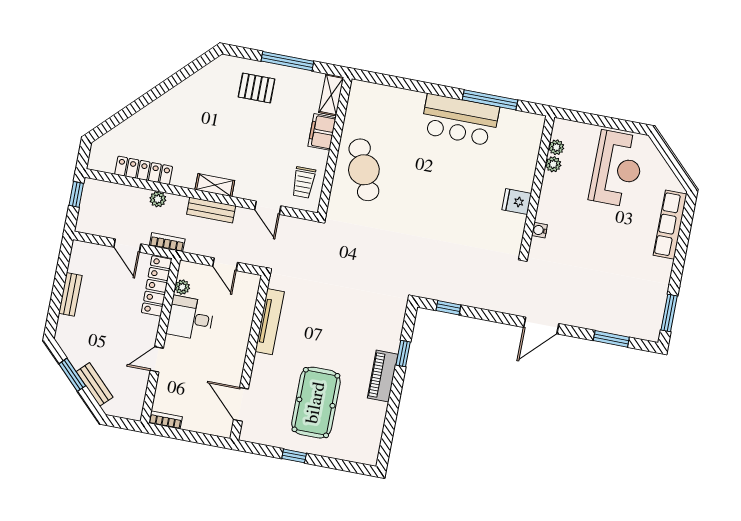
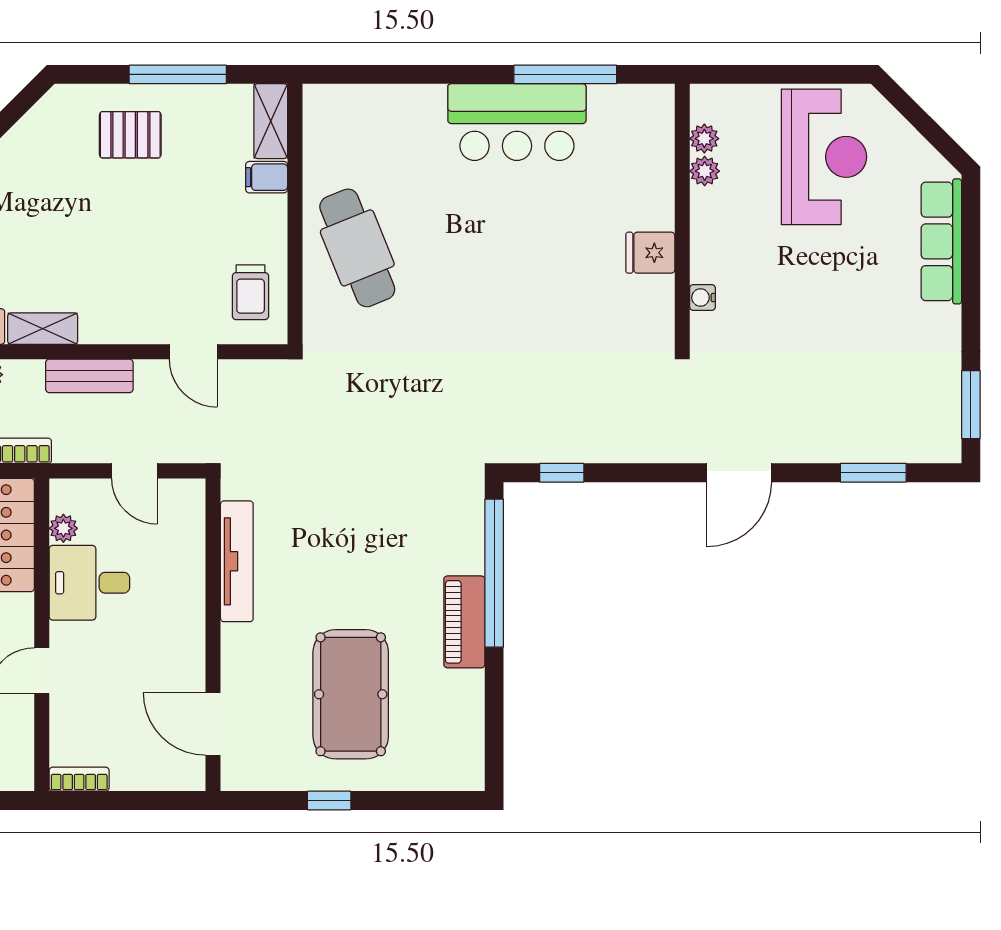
filing cabinet: (322, 132) -> (267, 177), width x0.50
shelving: (215, 185) -> (43, 329), moved
window: (403, 354) -> (494, 573), width x3.17

